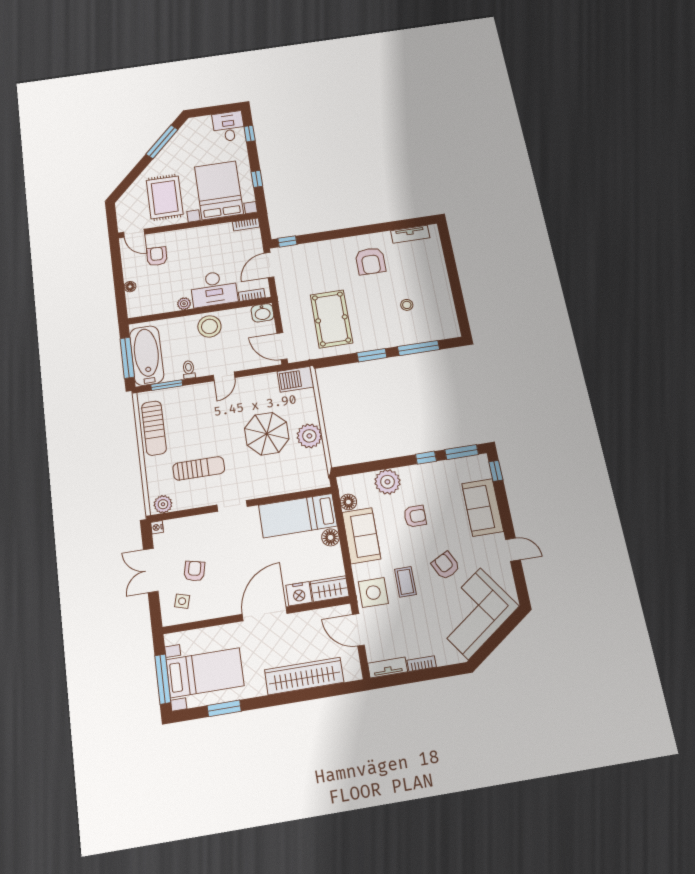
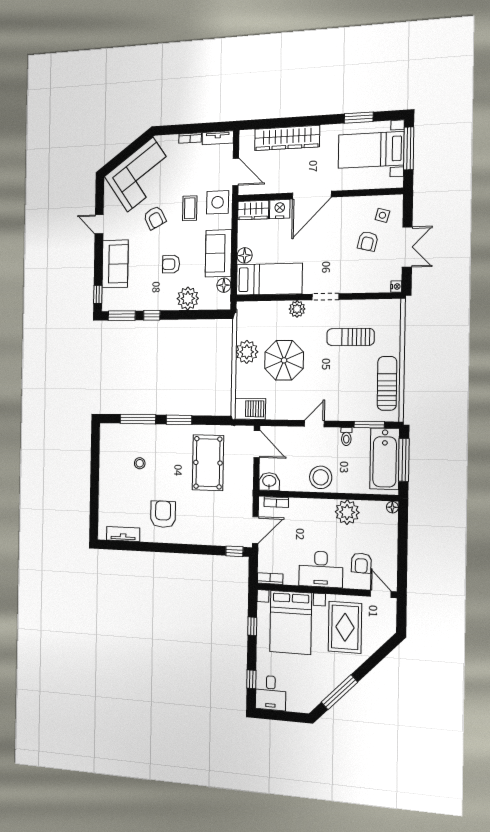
floor lamp: (130, 287) -> (392, 507), moved
desk: (214, 289) -> (321, 569), moved, turned 180
plant: (184, 304) -> (347, 512), width x1.88, depth x1.88
plant: (163, 504) -> (297, 309), moved

